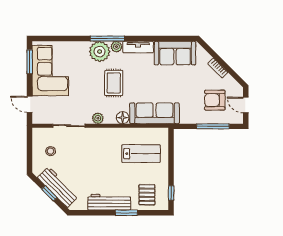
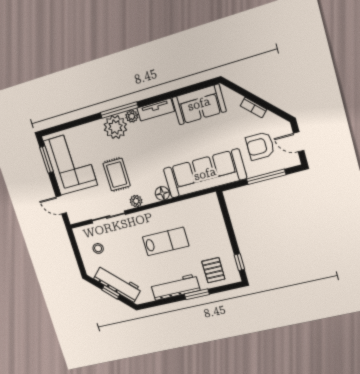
rug: (114, 83) -> (117, 175), moved
sofa: (155, 113) -> (205, 174), width x1.36, depth x1.27
lab bench: (141, 154) -> (166, 241), moved

